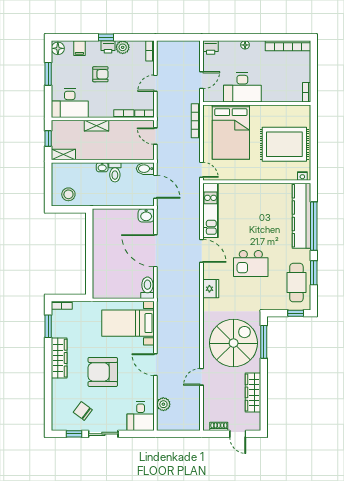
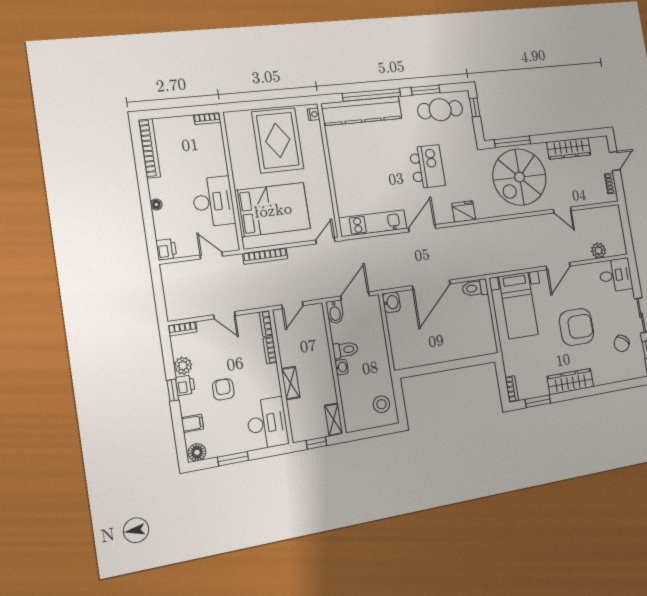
spiral stairs: (234, 343) -> (520, 177), turned -90
armchair: (103, 372) -> (577, 327), turned -90

